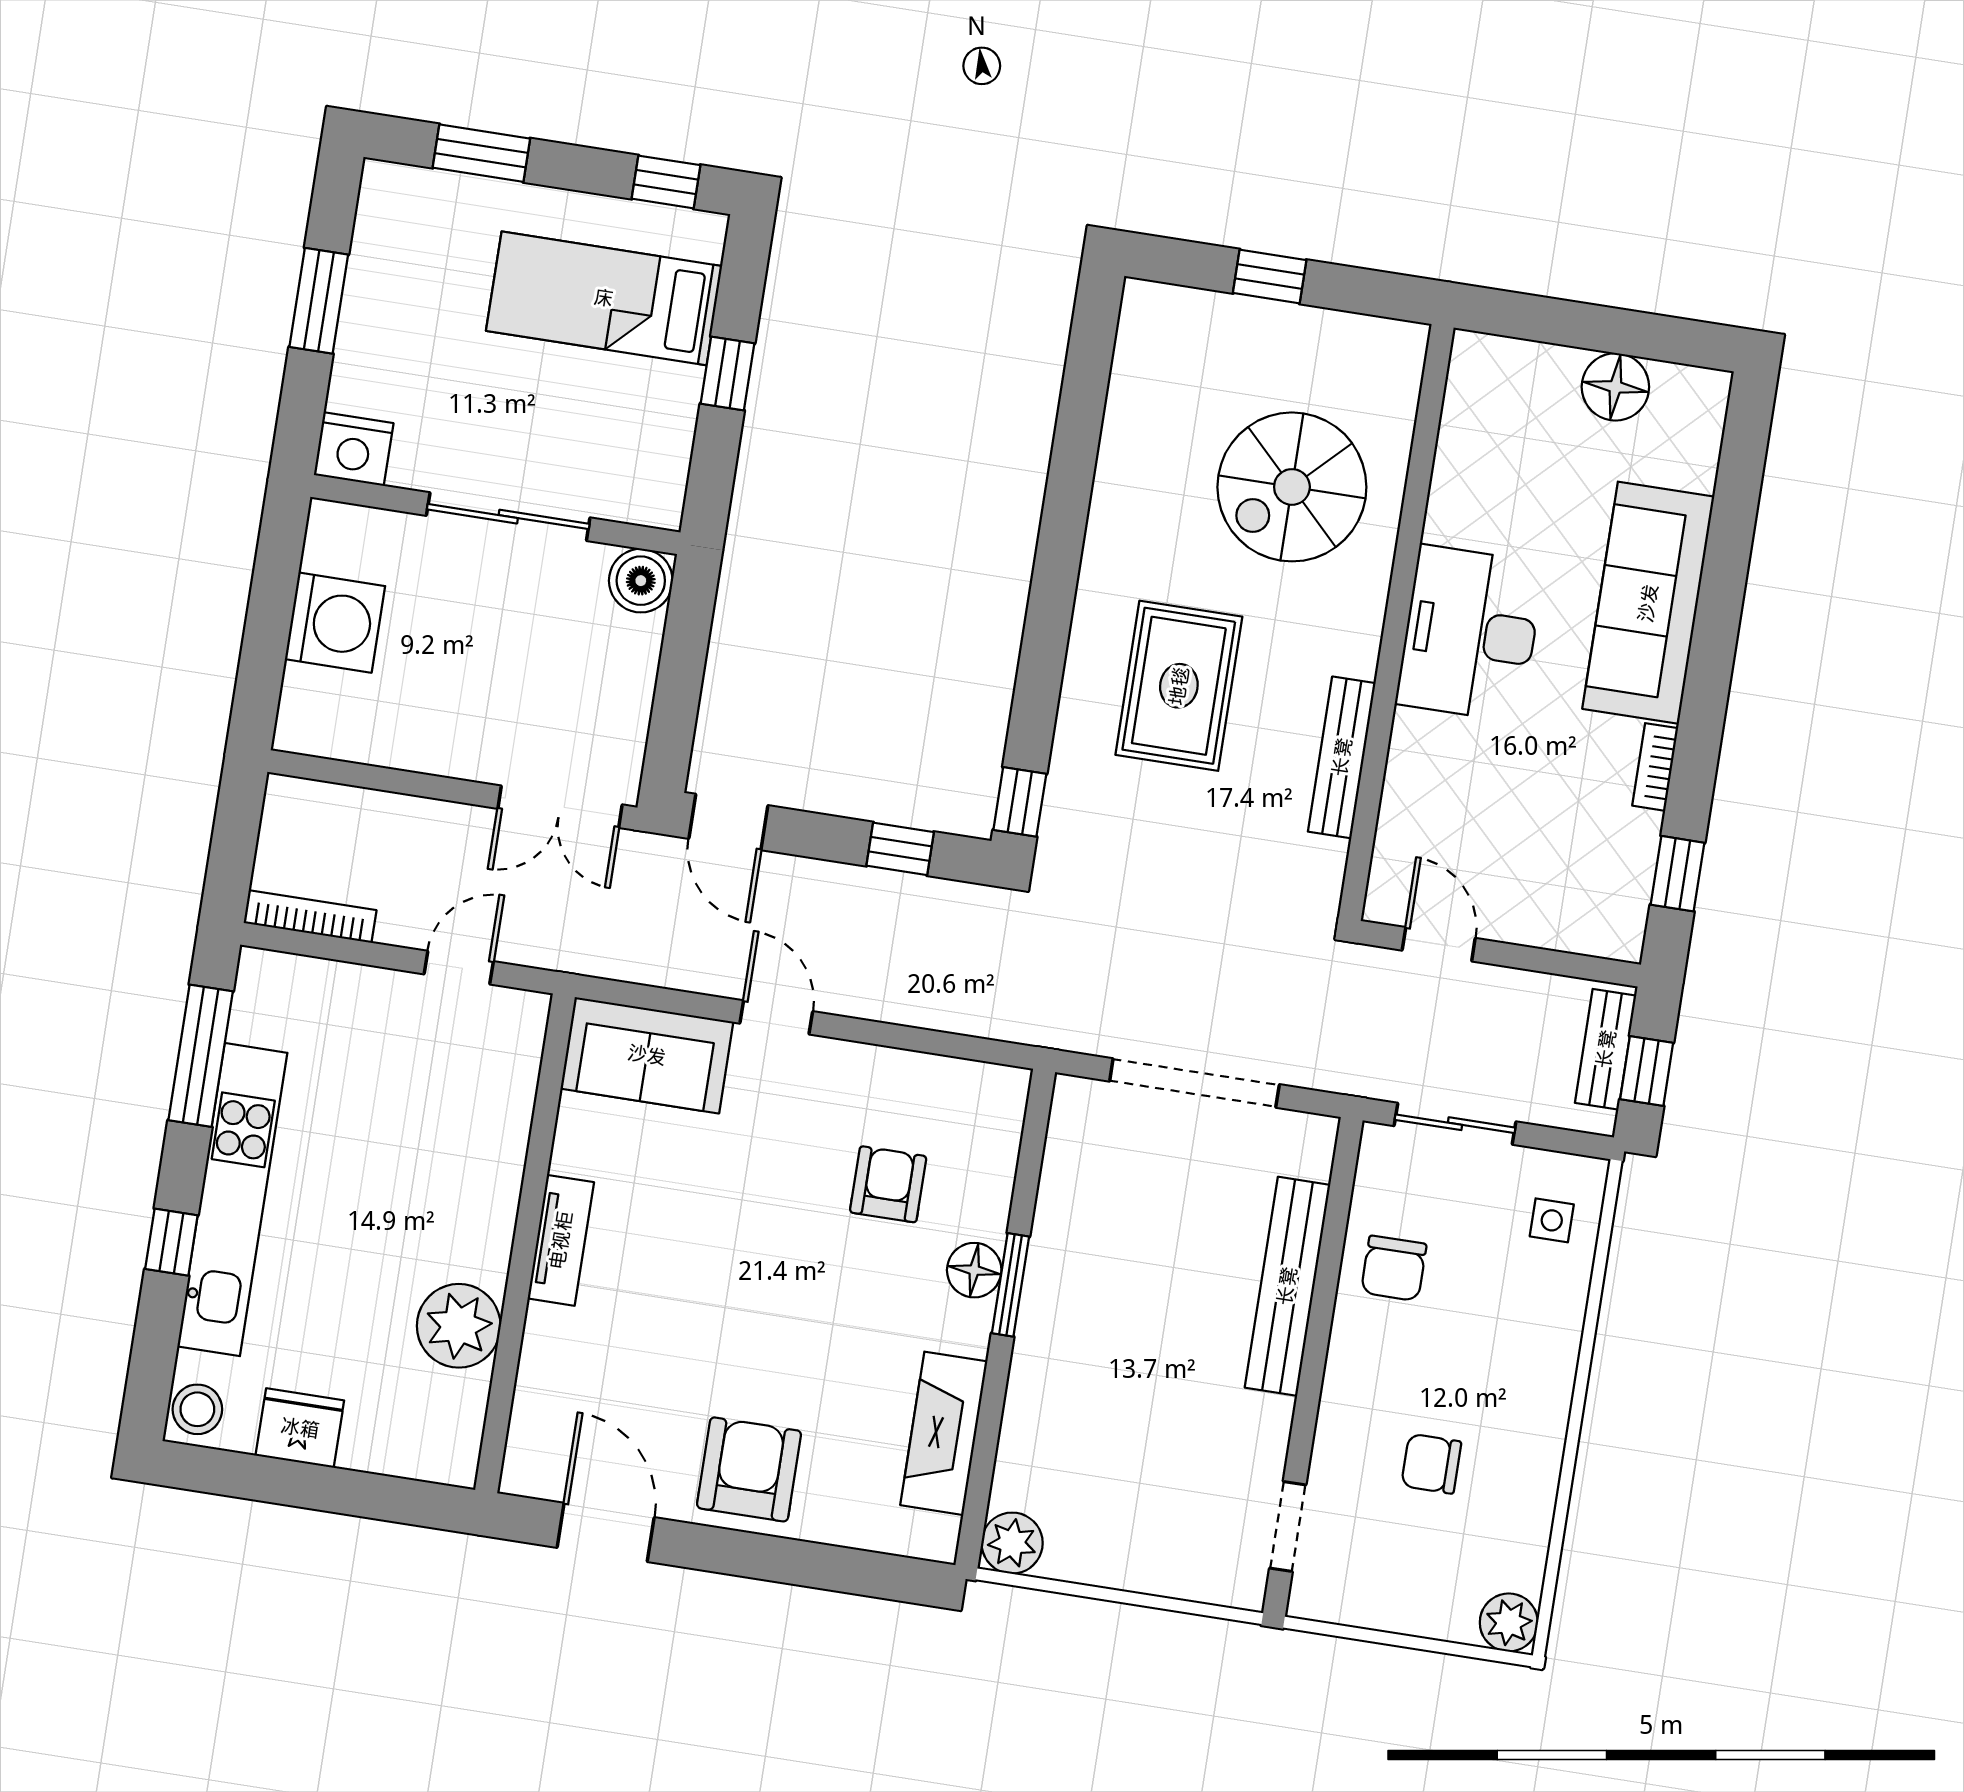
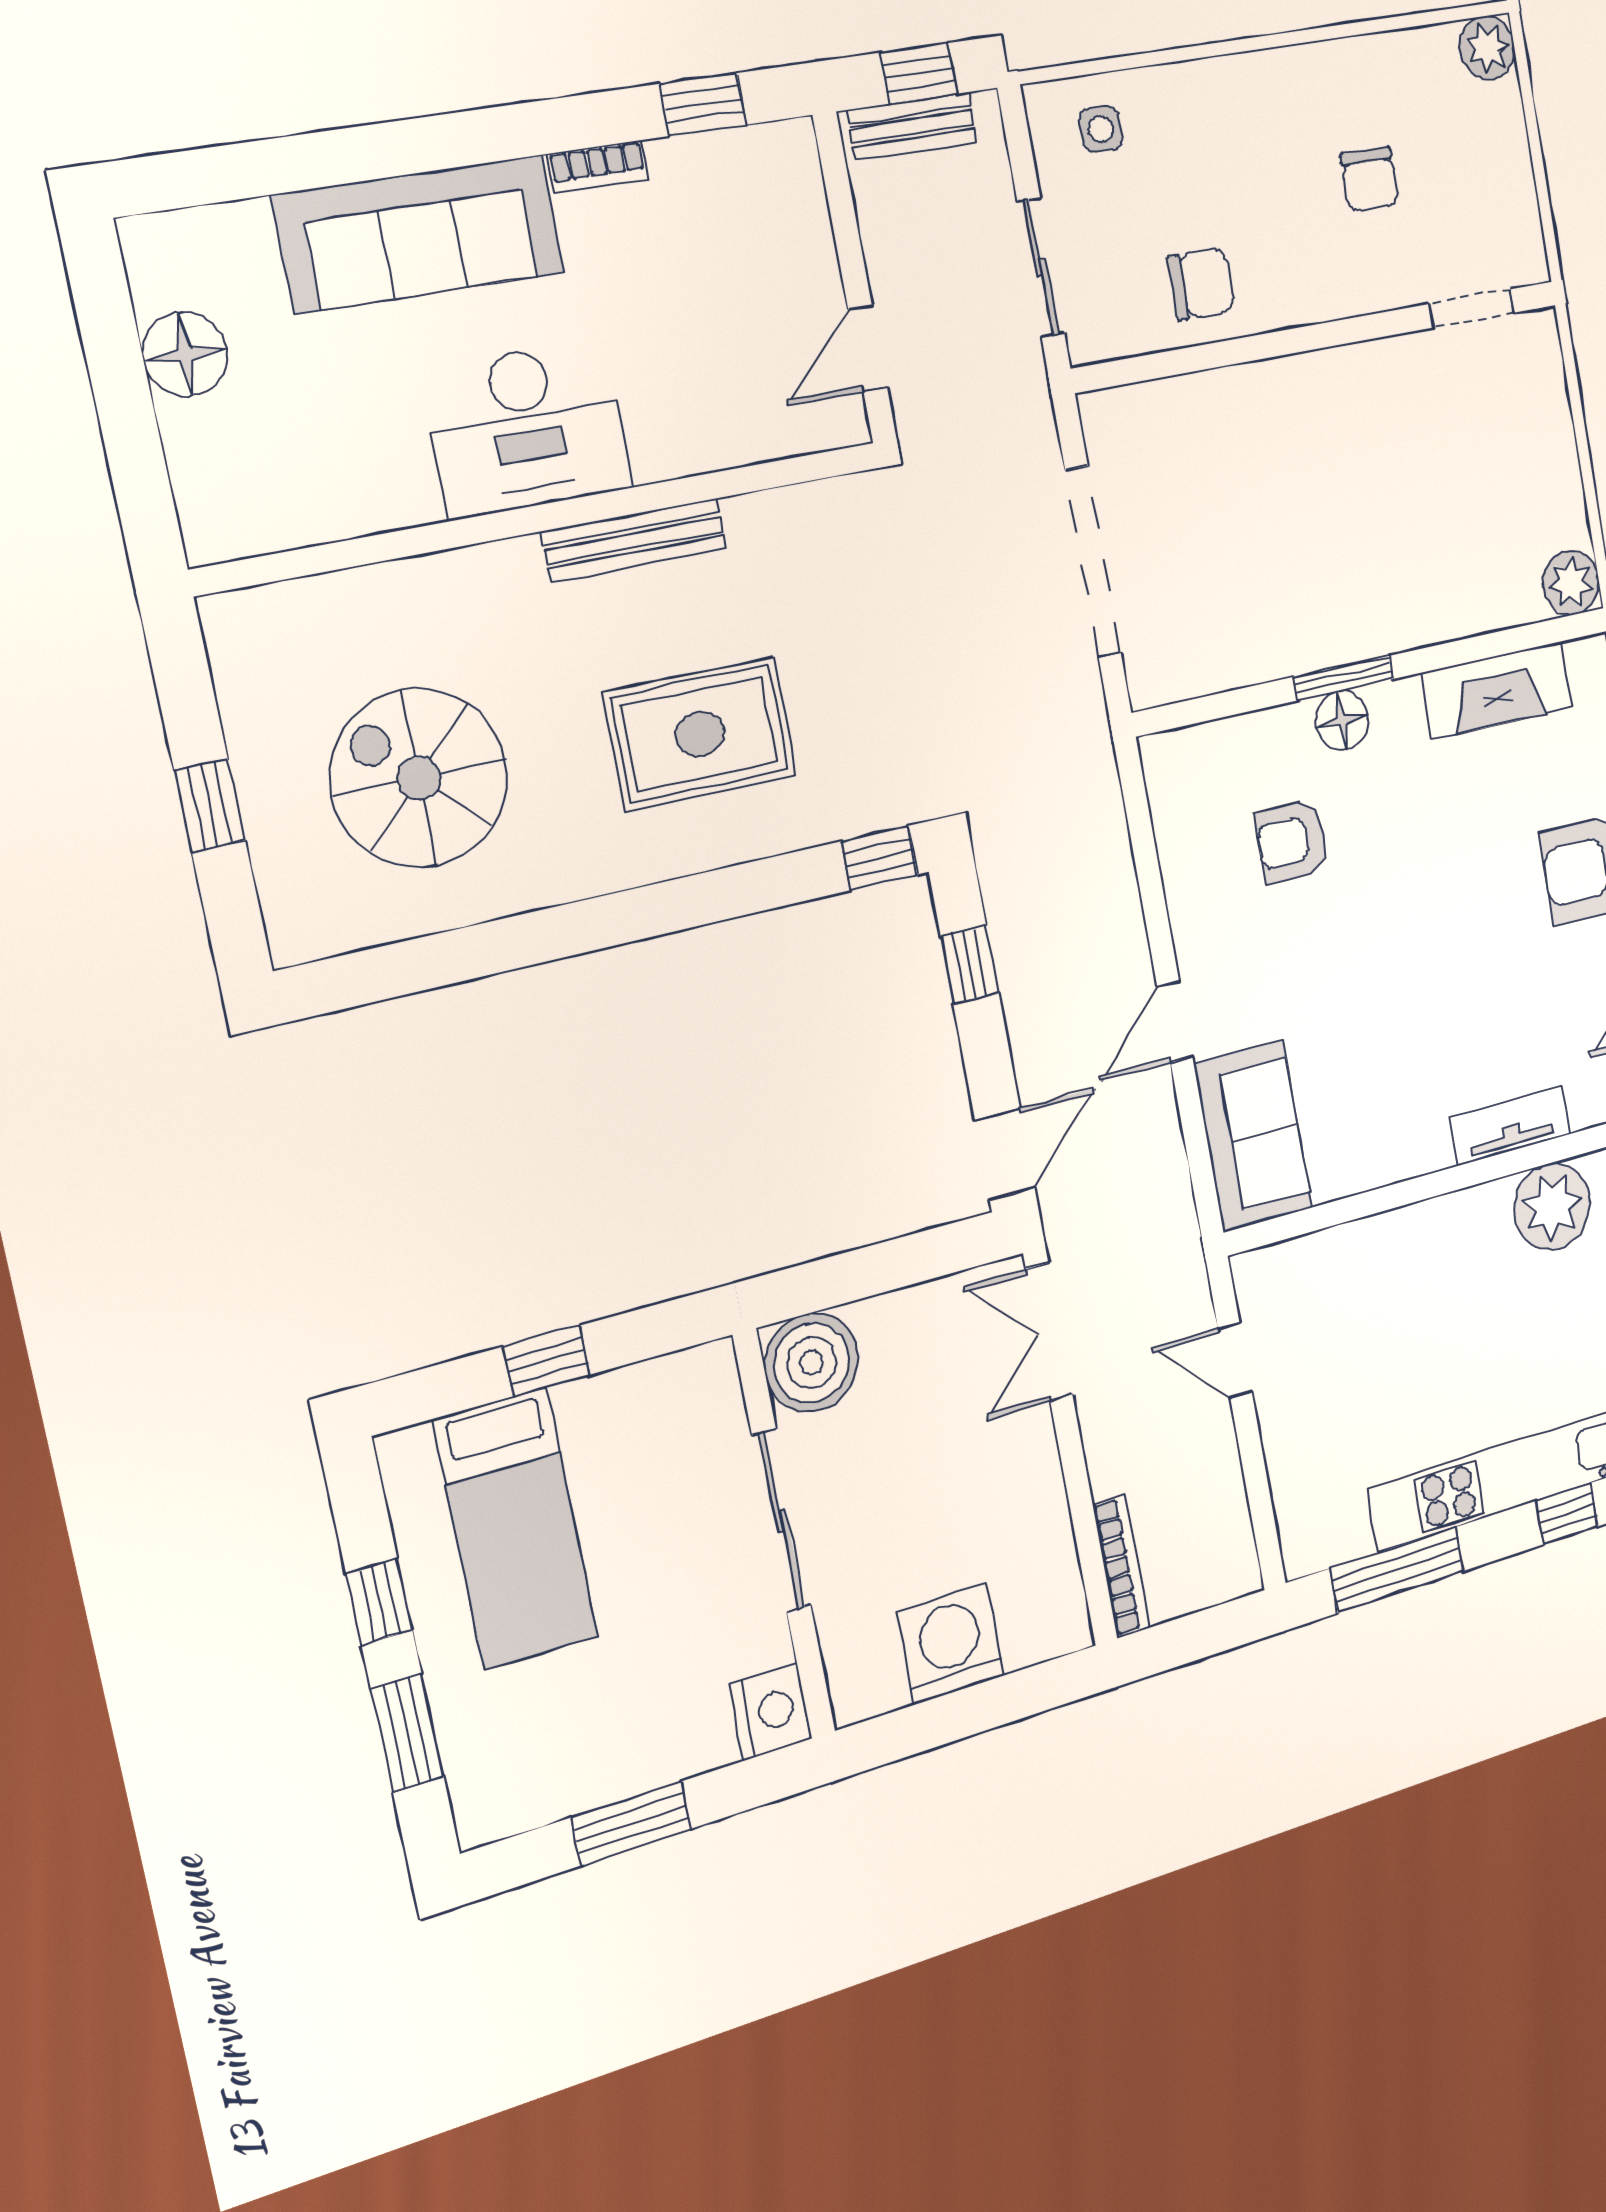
window: (666, 182) -> (379, 1602), moved
spiral stairs: (1292, 487) -> (419, 778), moved, turned 180
boiler: (641, 581) -> (812, 1363), width x1.37, depth x1.37
bench: (1342, 757) -> (634, 540), moved
double door: (560, 807) -> (1049, 1332), swing flipped
bookcase: (310, 917) -> (1121, 1566), moved, turned 180
tv unit: (561, 1240) -> (1510, 1126), moved
bench: (1287, 1286) -> (1254, 390), removed

